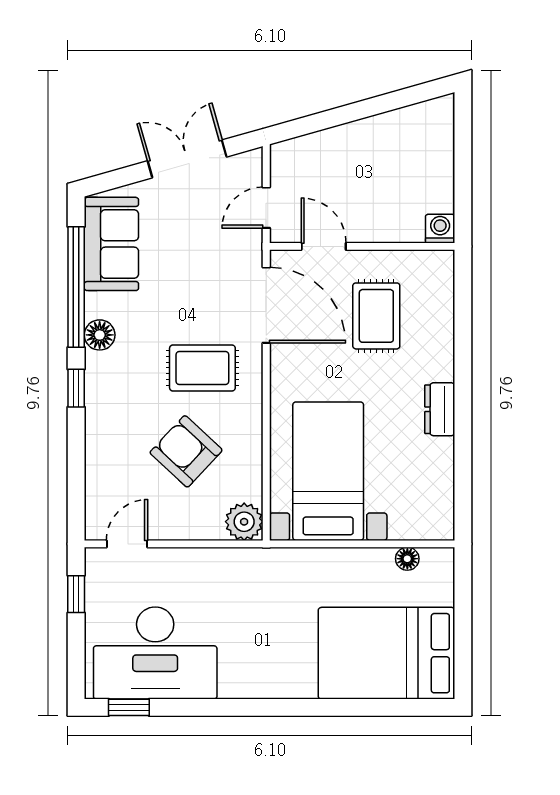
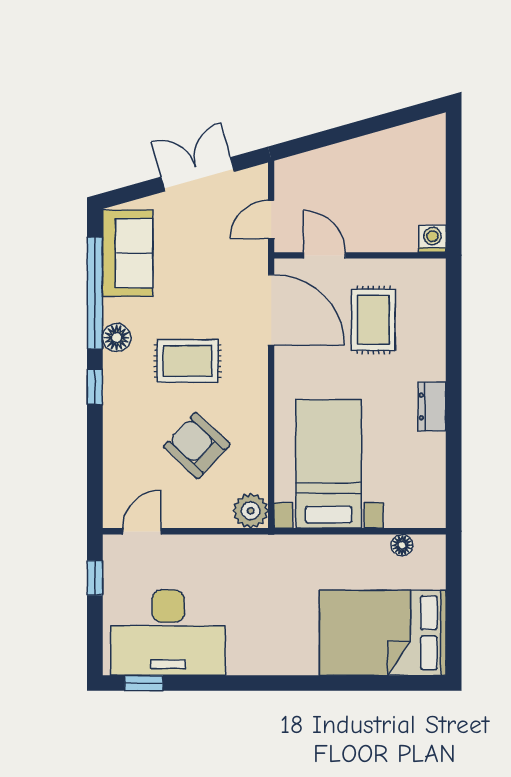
rug: (202, 368) -> (187, 361), moved

